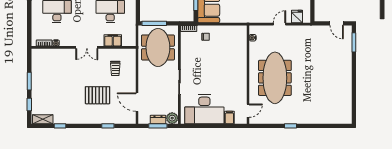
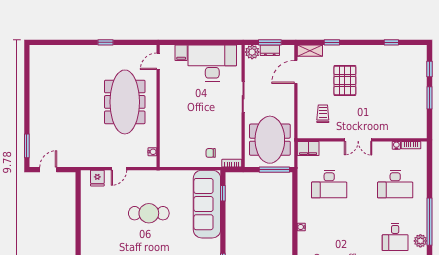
door: (337, 23) -> (48, 170), hinge flipped
filing cabinet: (113, 40) -> (308, 149), moved
double door: (87, 47) -> (358, 140), swing flipped
pallet: (97, 95) -> (345, 80), turned 90
door: (137, 102) -> (296, 72), swing flipped
shelving: (43, 119) -> (310, 51), moved

